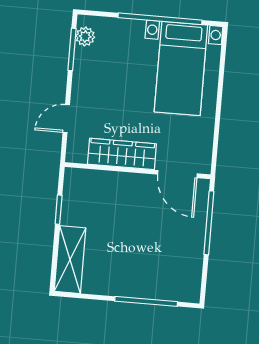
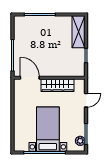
bed with nightstands: (181, 69) -> (48, 129), moved

